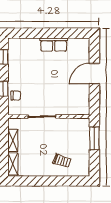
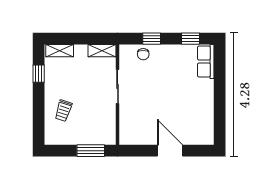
row of seats: (54, 45) -> (206, 61), moved
shelving: (13, 140) -> (102, 51), moved
window: (32, 181) -> (39, 74), added

